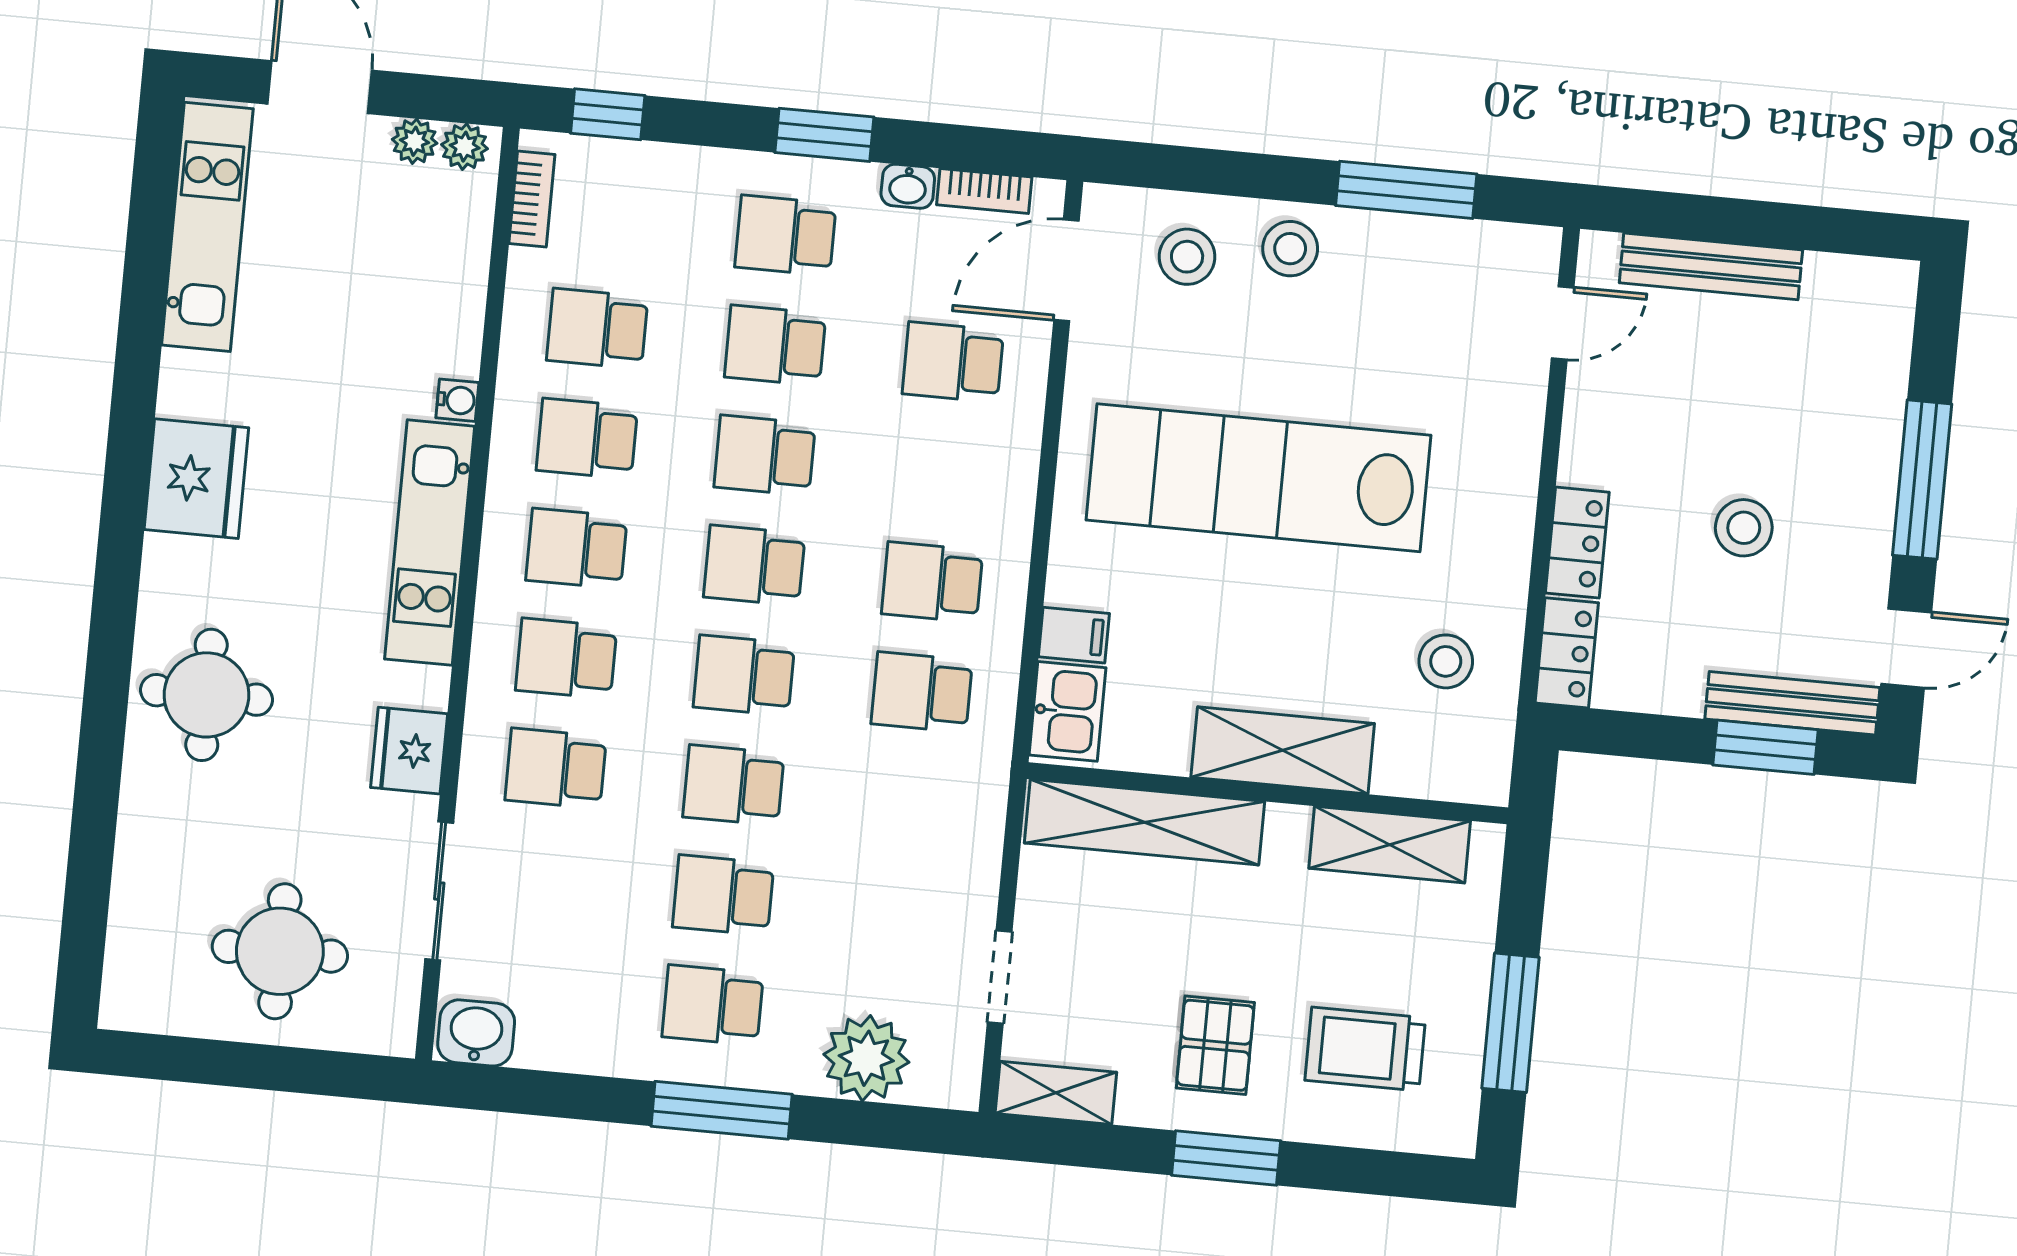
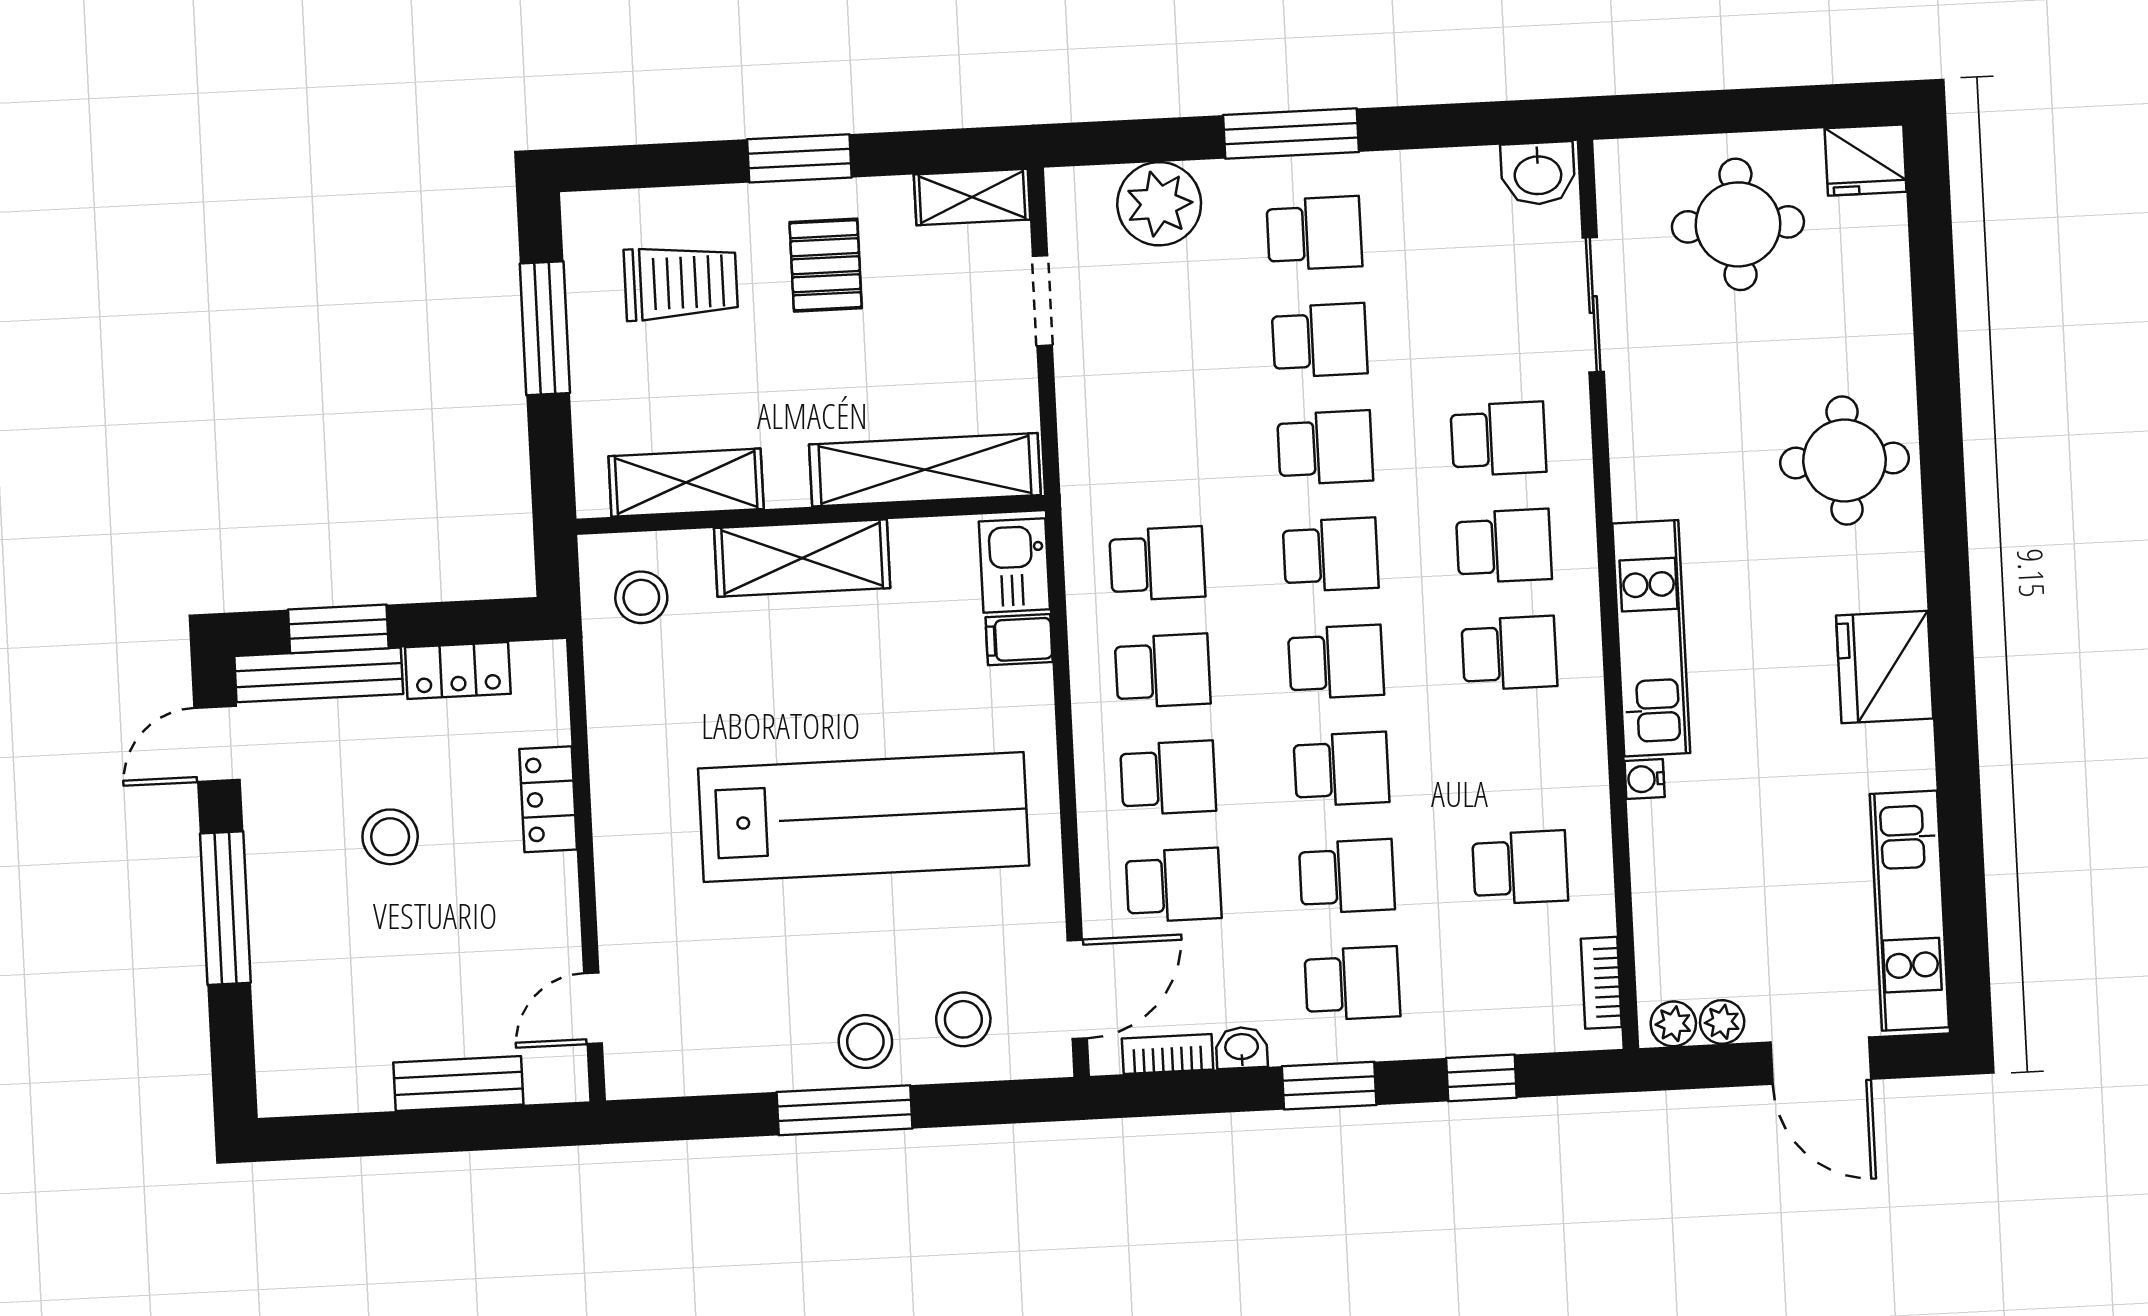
window: (608, 114) -> (1481, 1078), moved
window: (1406, 190) -> (844, 1110), moved
bench: (1711, 266) -> (458, 1084), width x0.73
school desk: (587, 439) -> (1168, 778), moved
locker: (1567, 653) -> (458, 671), moved, turned -90
stool: (1446, 661) -> (641, 597), moved
fridge: (409, 751) -> (1866, 160), moved, turned 90

